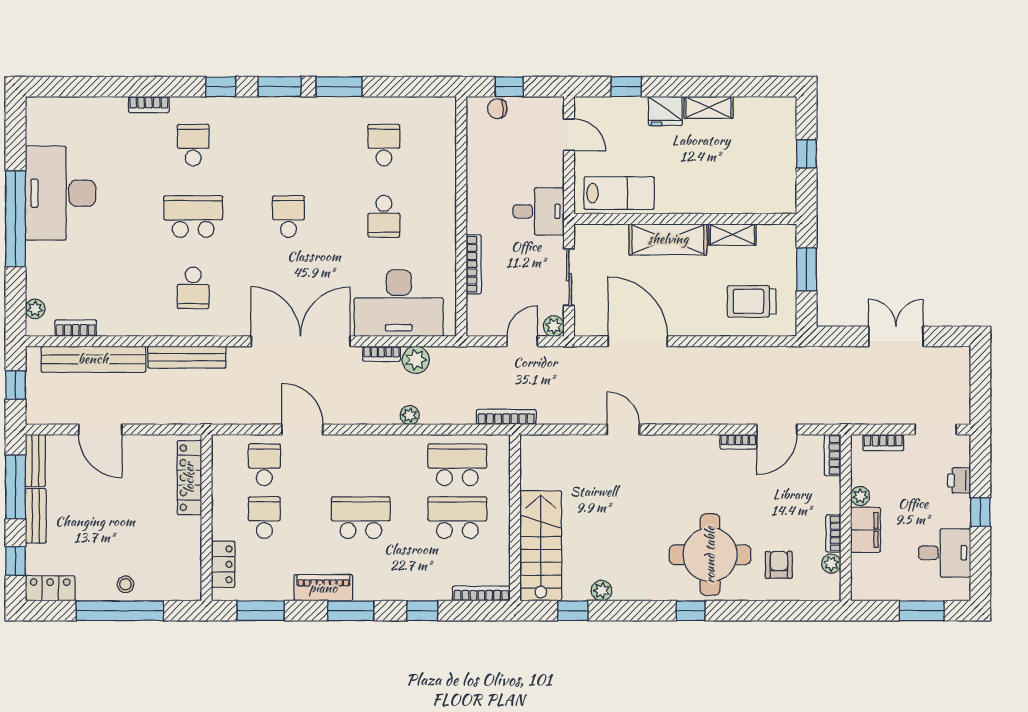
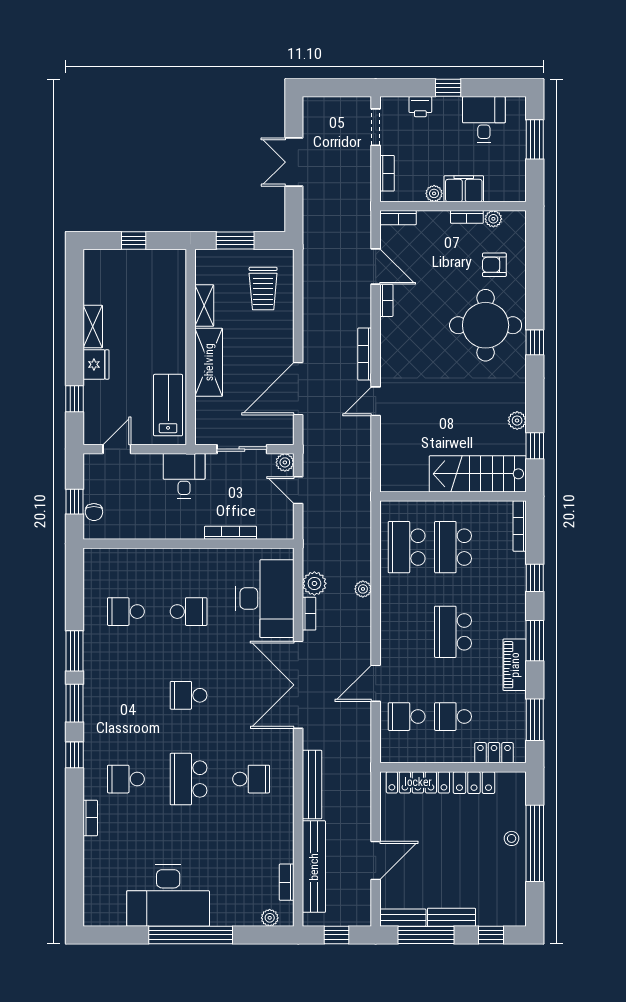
bookcase: (506, 417) -> (365, 354), moved
locker: (50, 588) -> (474, 783), moved, turned -90

